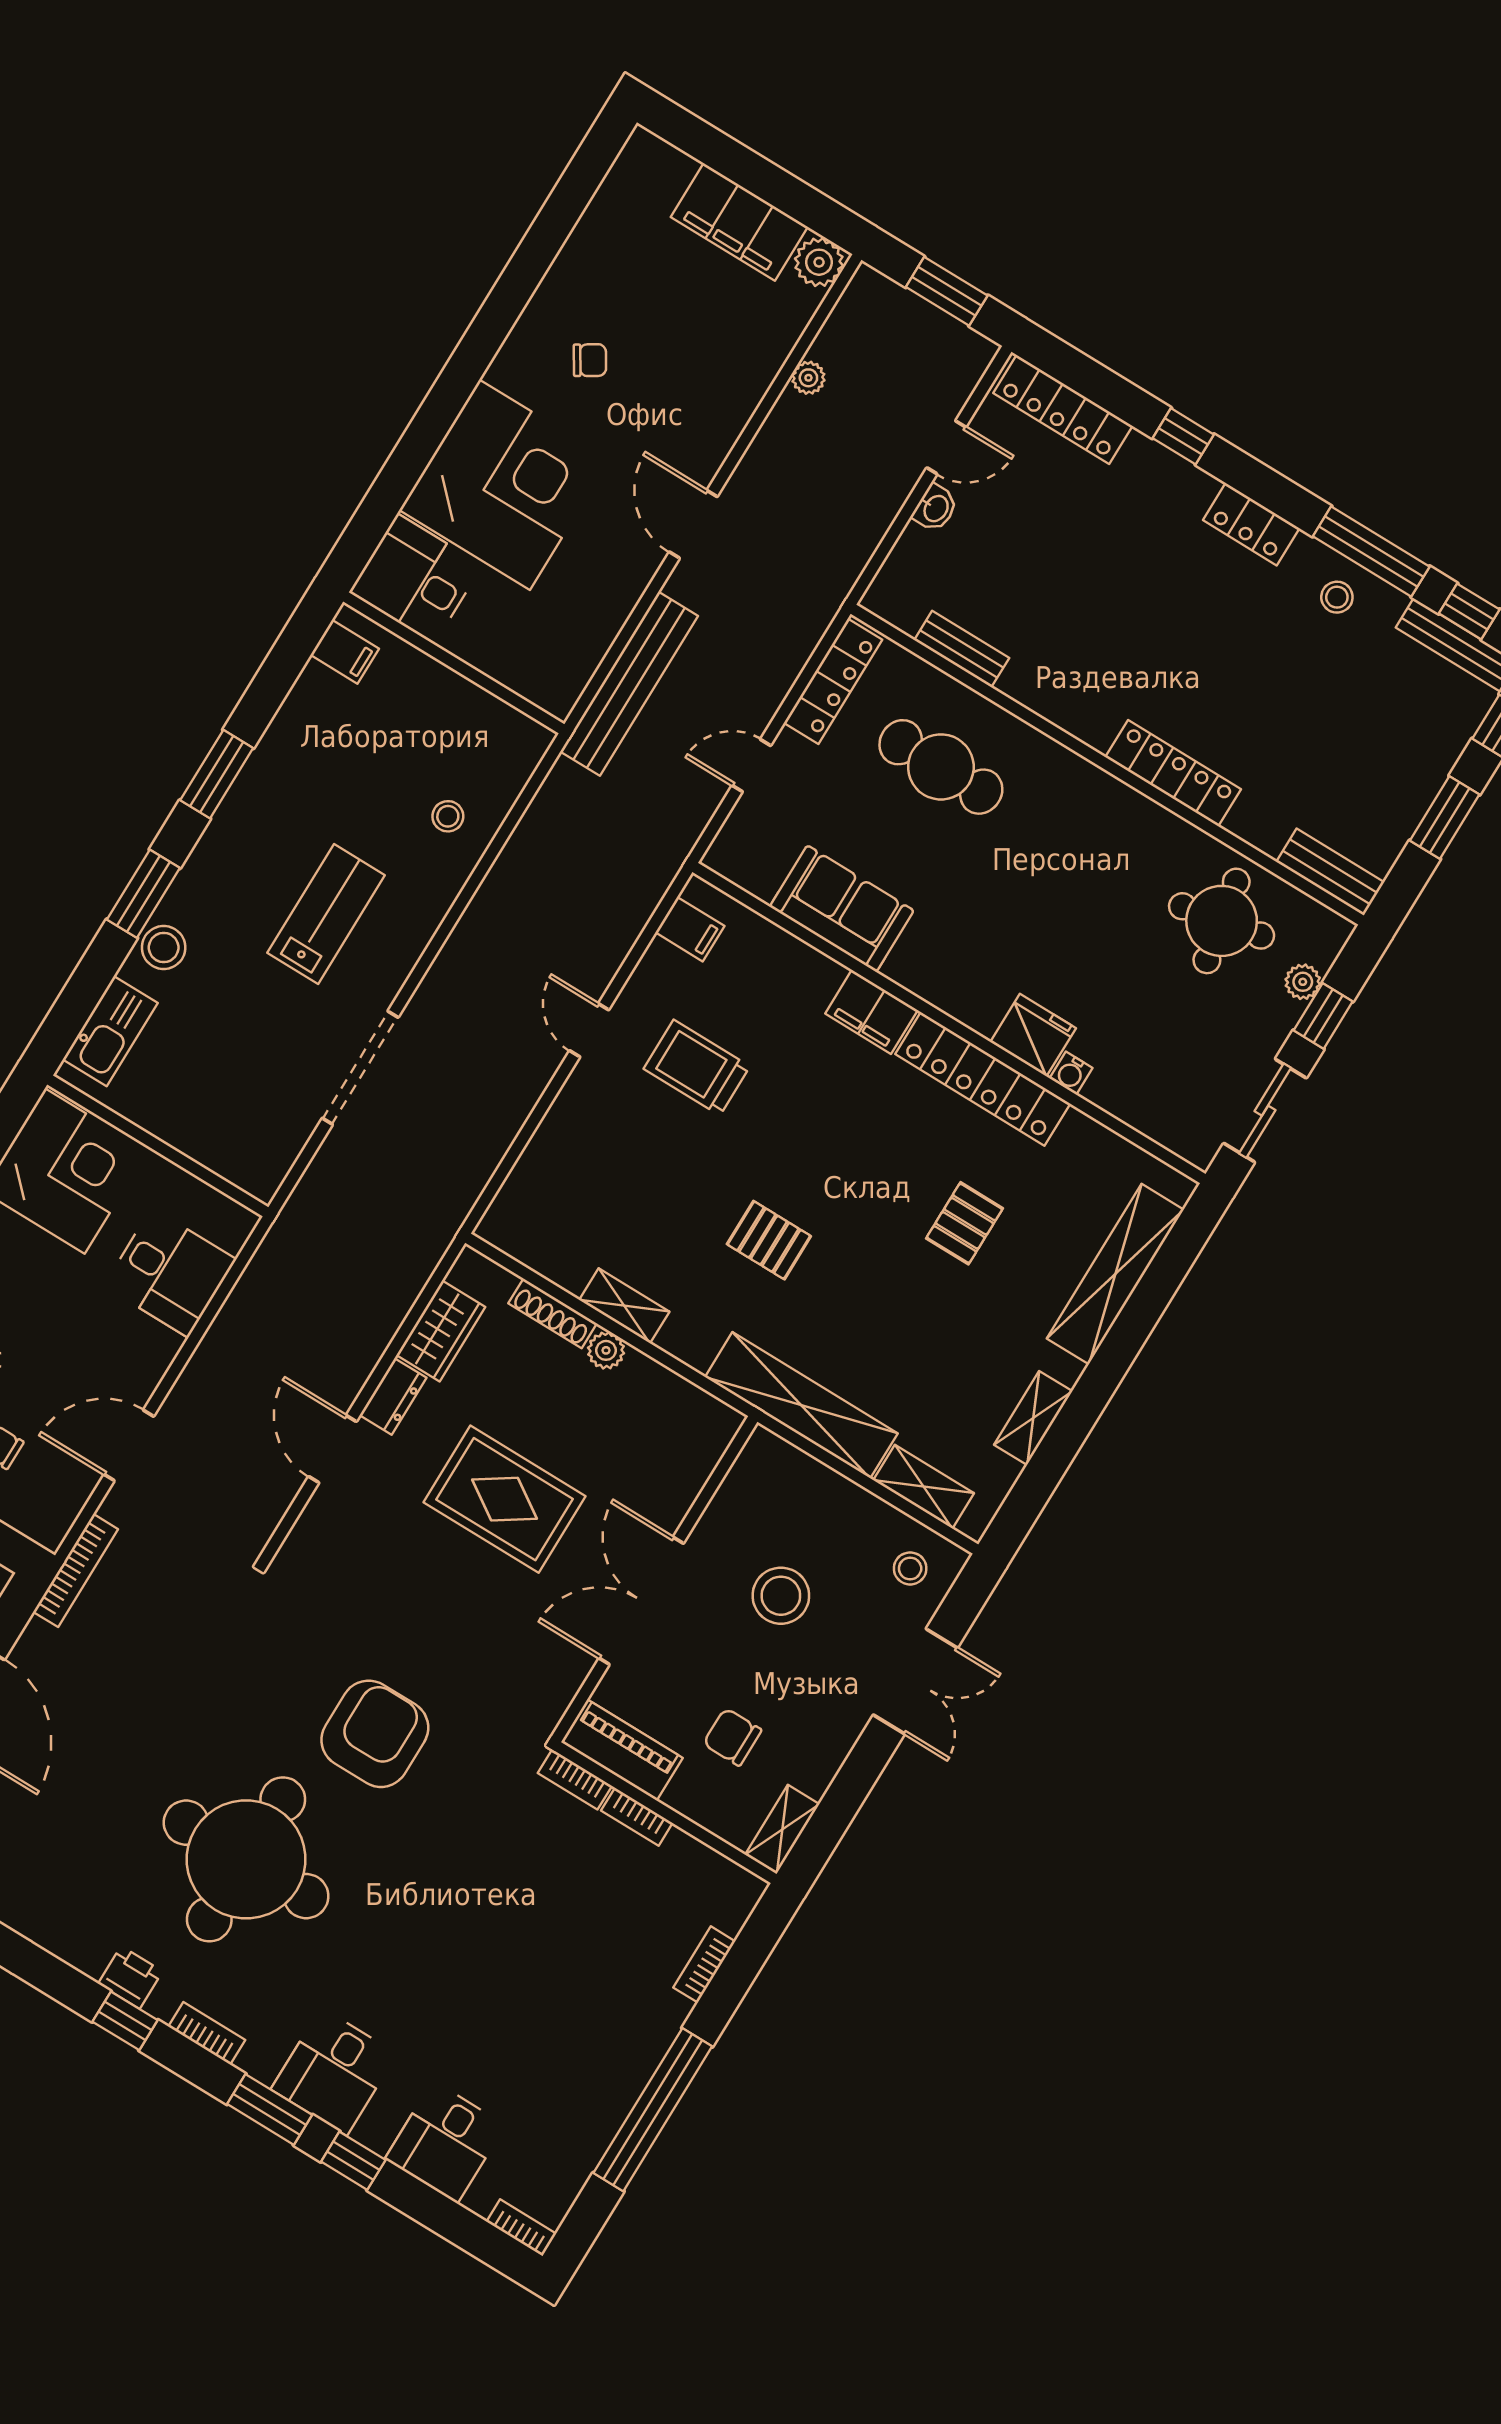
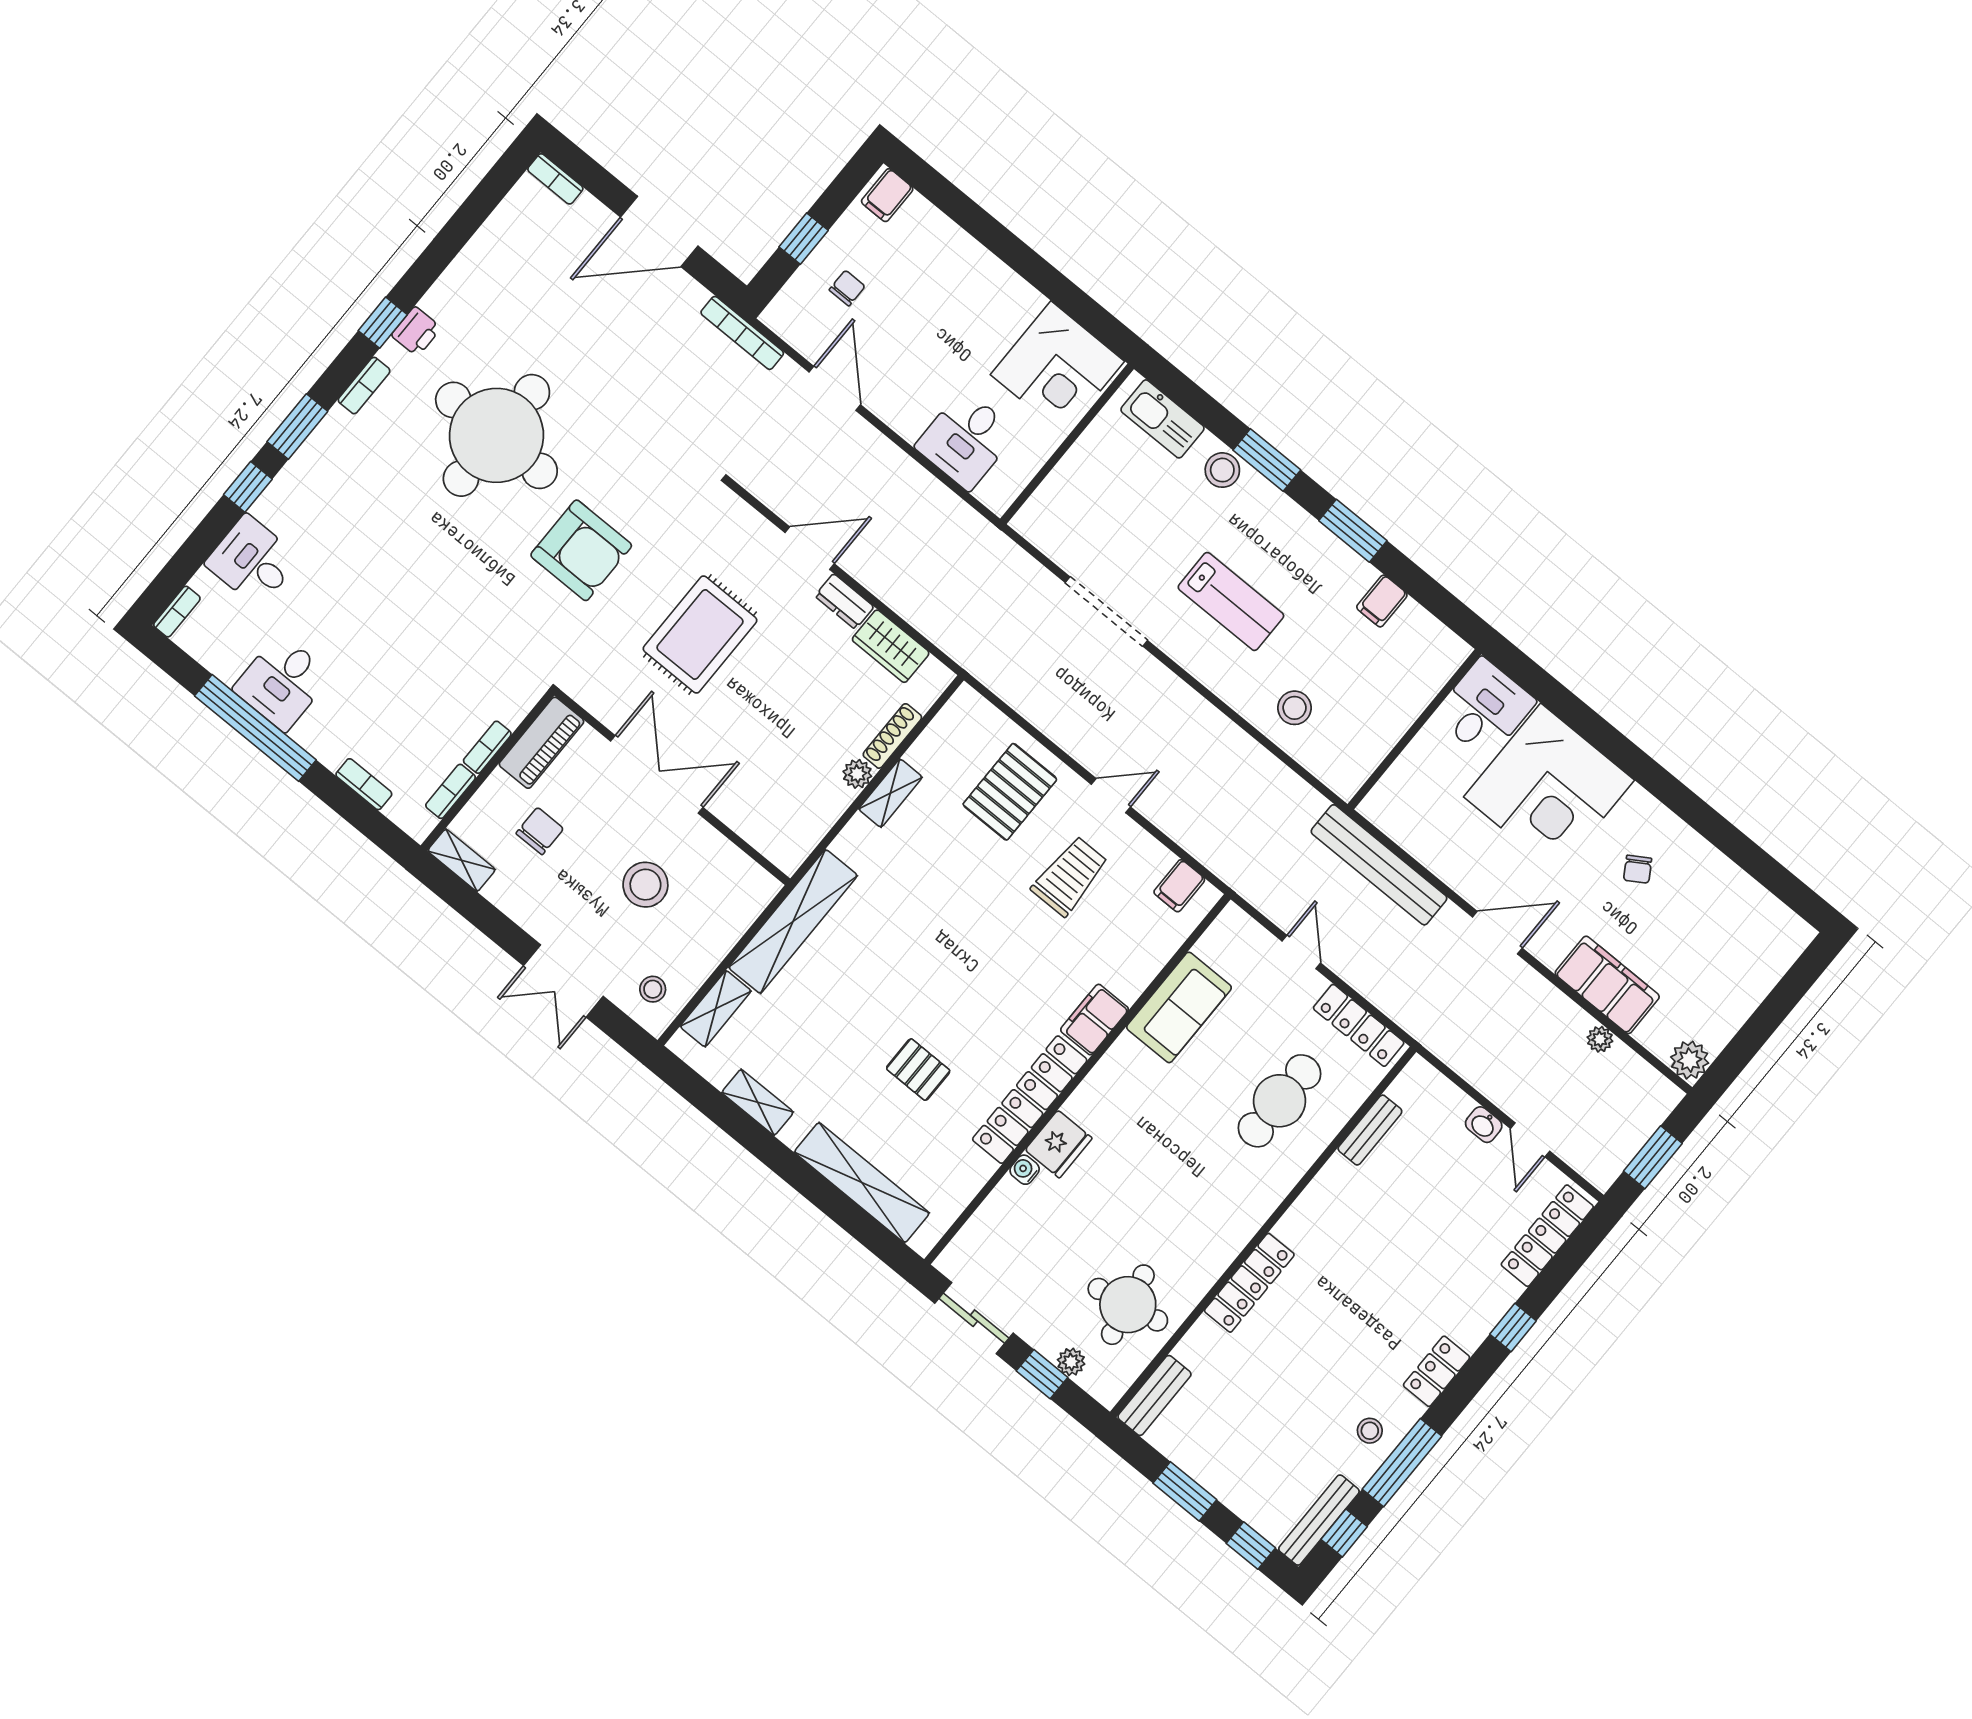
filing cabinet: (739, 222) -> (1607, 985), moved, turned 90
filing cabinet: (345, 652) -> (1382, 601), moved
stool: (448, 816) -> (1295, 708), width x1.37, depth x1.37
pallet: (769, 1240) -> (1010, 792), moved, width x1.50, depth x1.42
rug: (505, 1499) -> (700, 634), moved
bookcase: (575, 1779) -> (451, 791), moved
desk: (334, 2072) -> (282, 682), moved, turned -90

